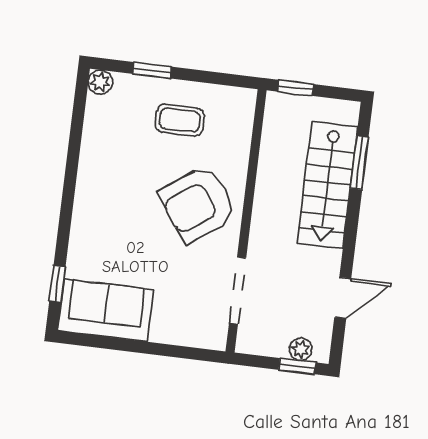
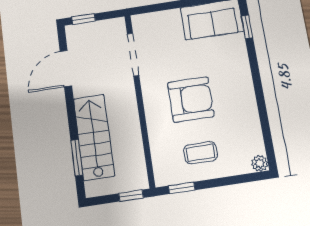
window: (152, 70) -> (182, 188), moved
armchair: (198, 204) -> (191, 99), moved, turned 35
door: (343, 298) -> (66, 69), width x1.38
plant: (301, 349) -> (84, 30), removed

